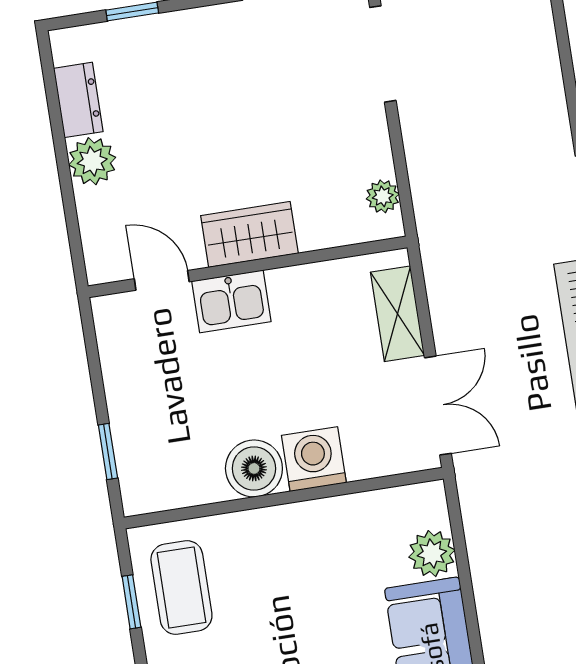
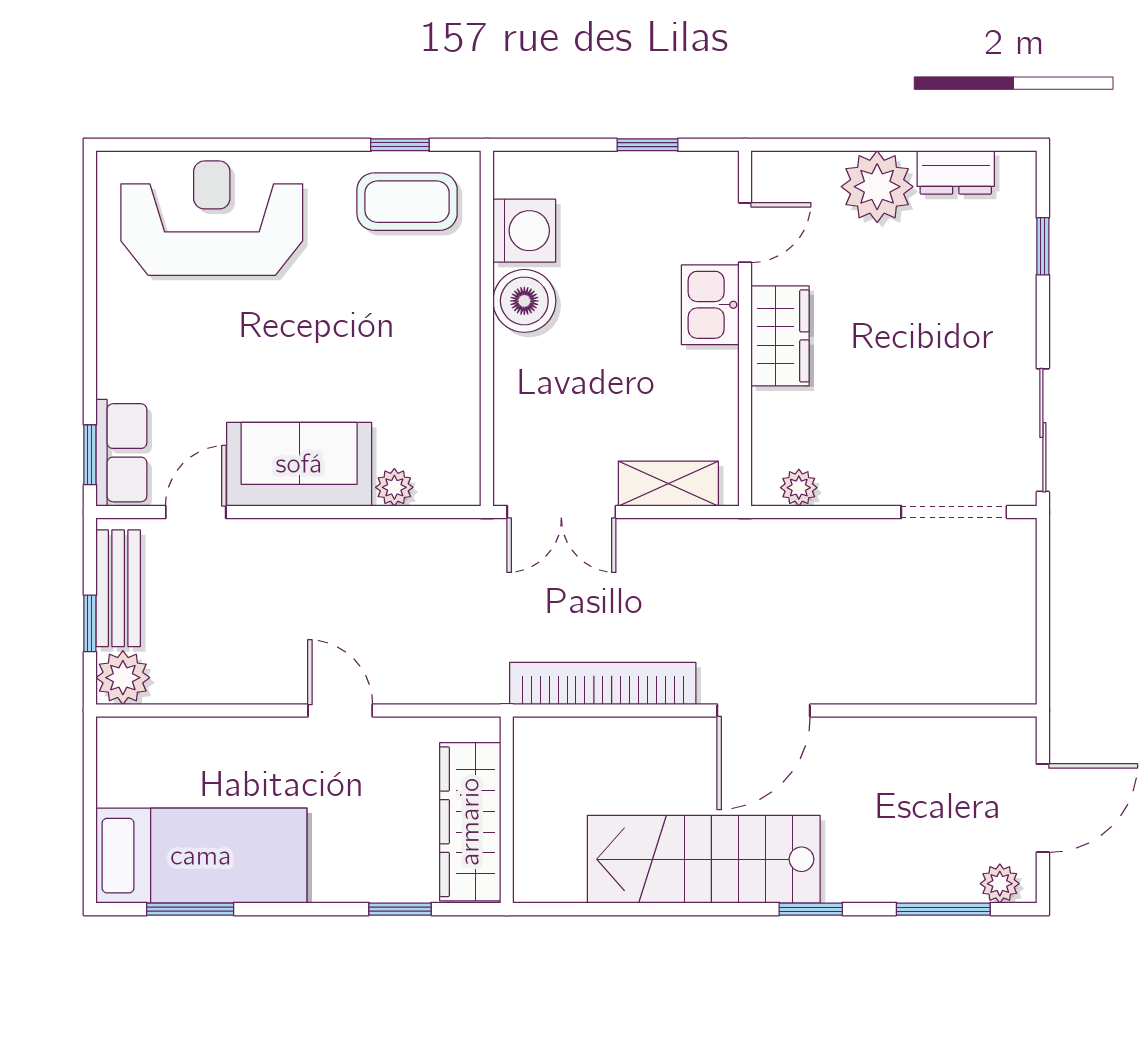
plant: (92, 161) -> (877, 187), width x1.36, depth x1.36
window: (108, 452) -> (648, 145), moved
washing machine: (314, 459) -> (524, 231), moved
plant: (432, 554) -> (394, 487), width x0.73, depth x0.73

